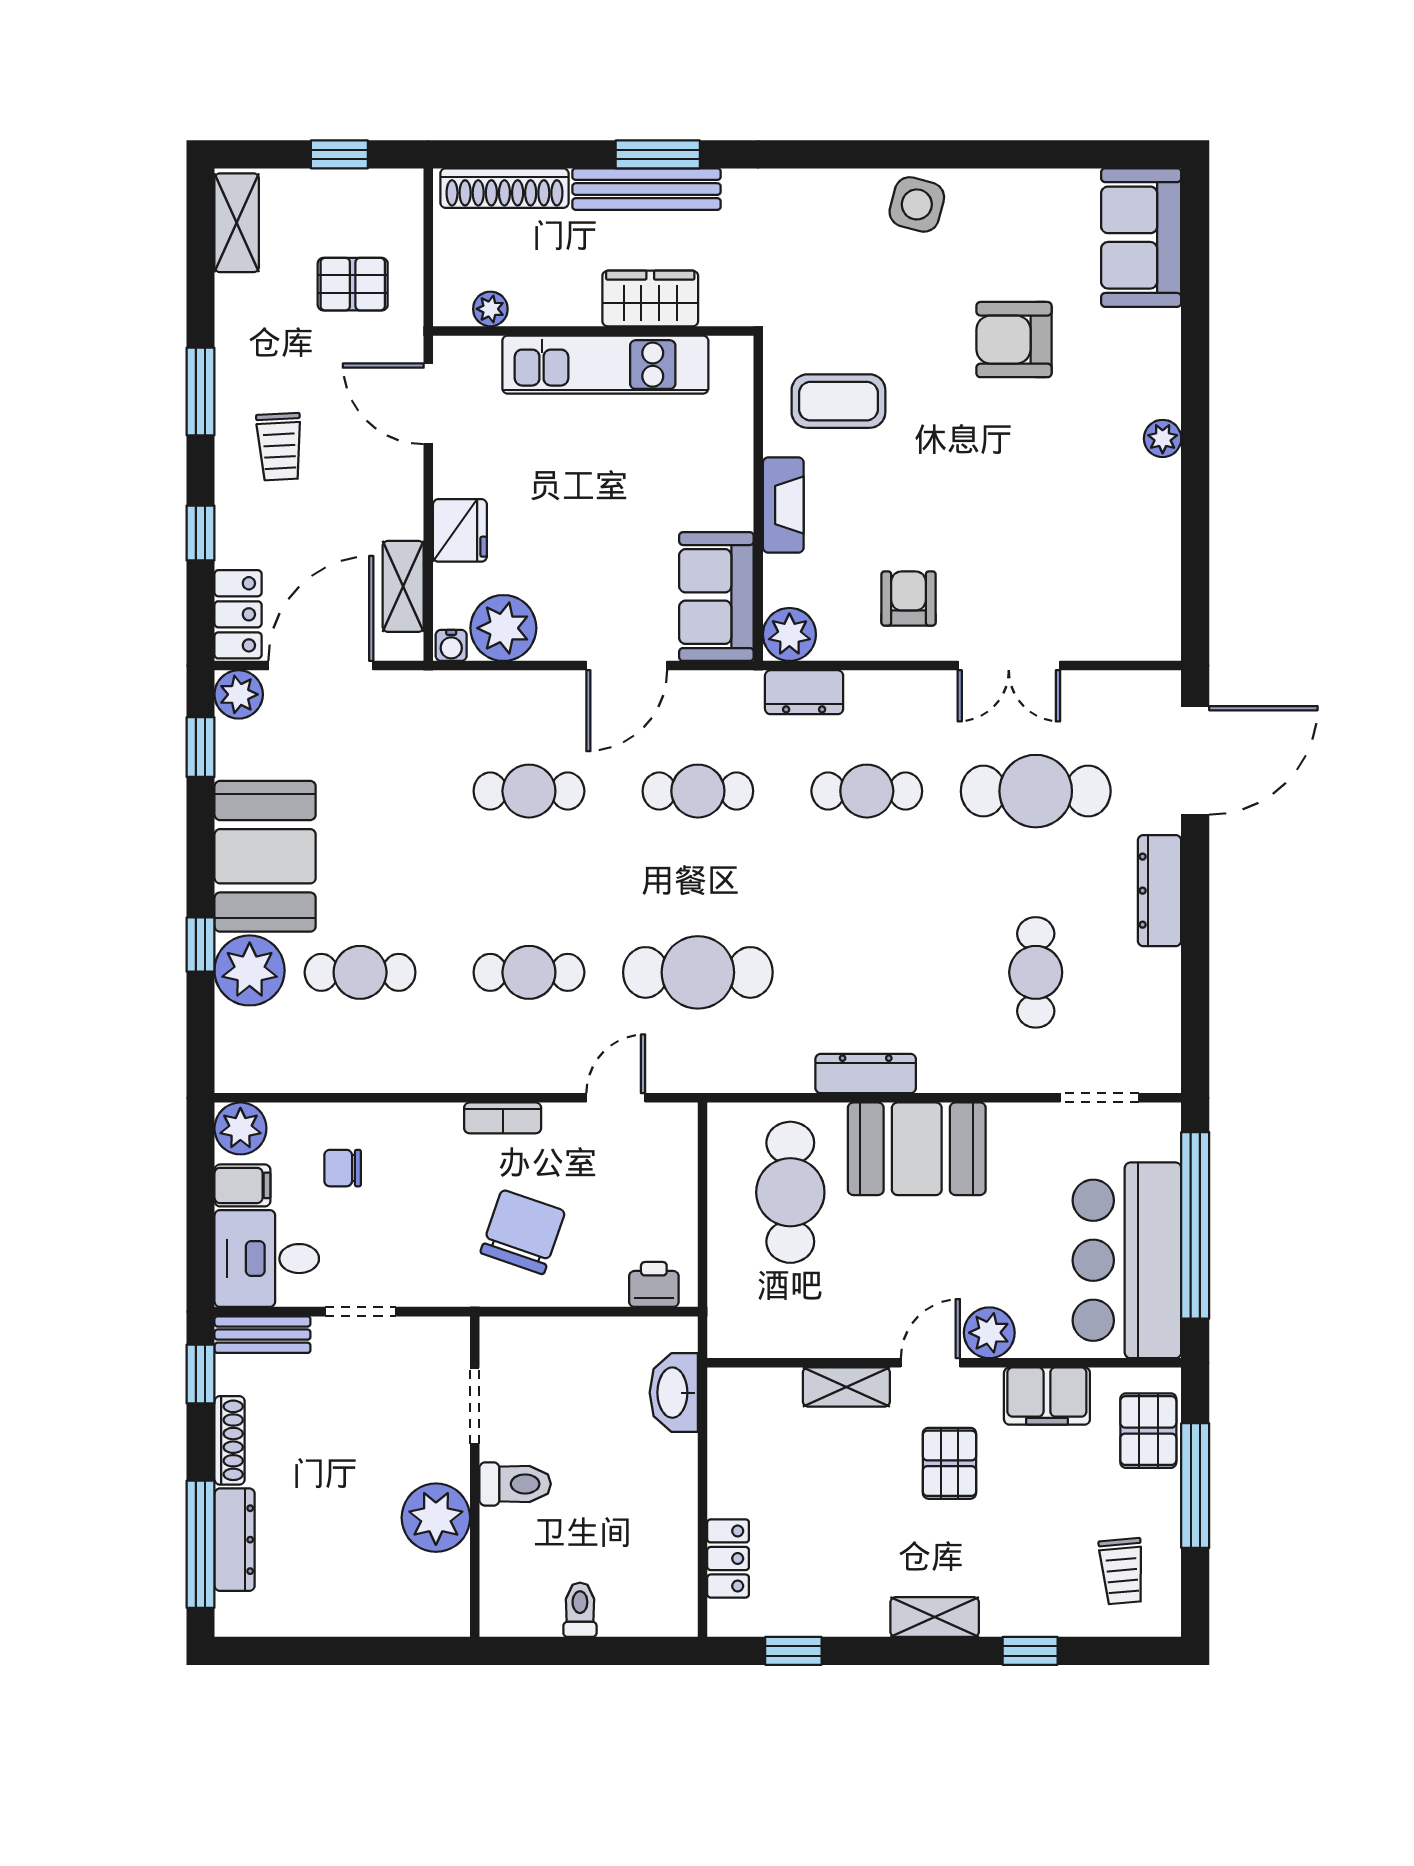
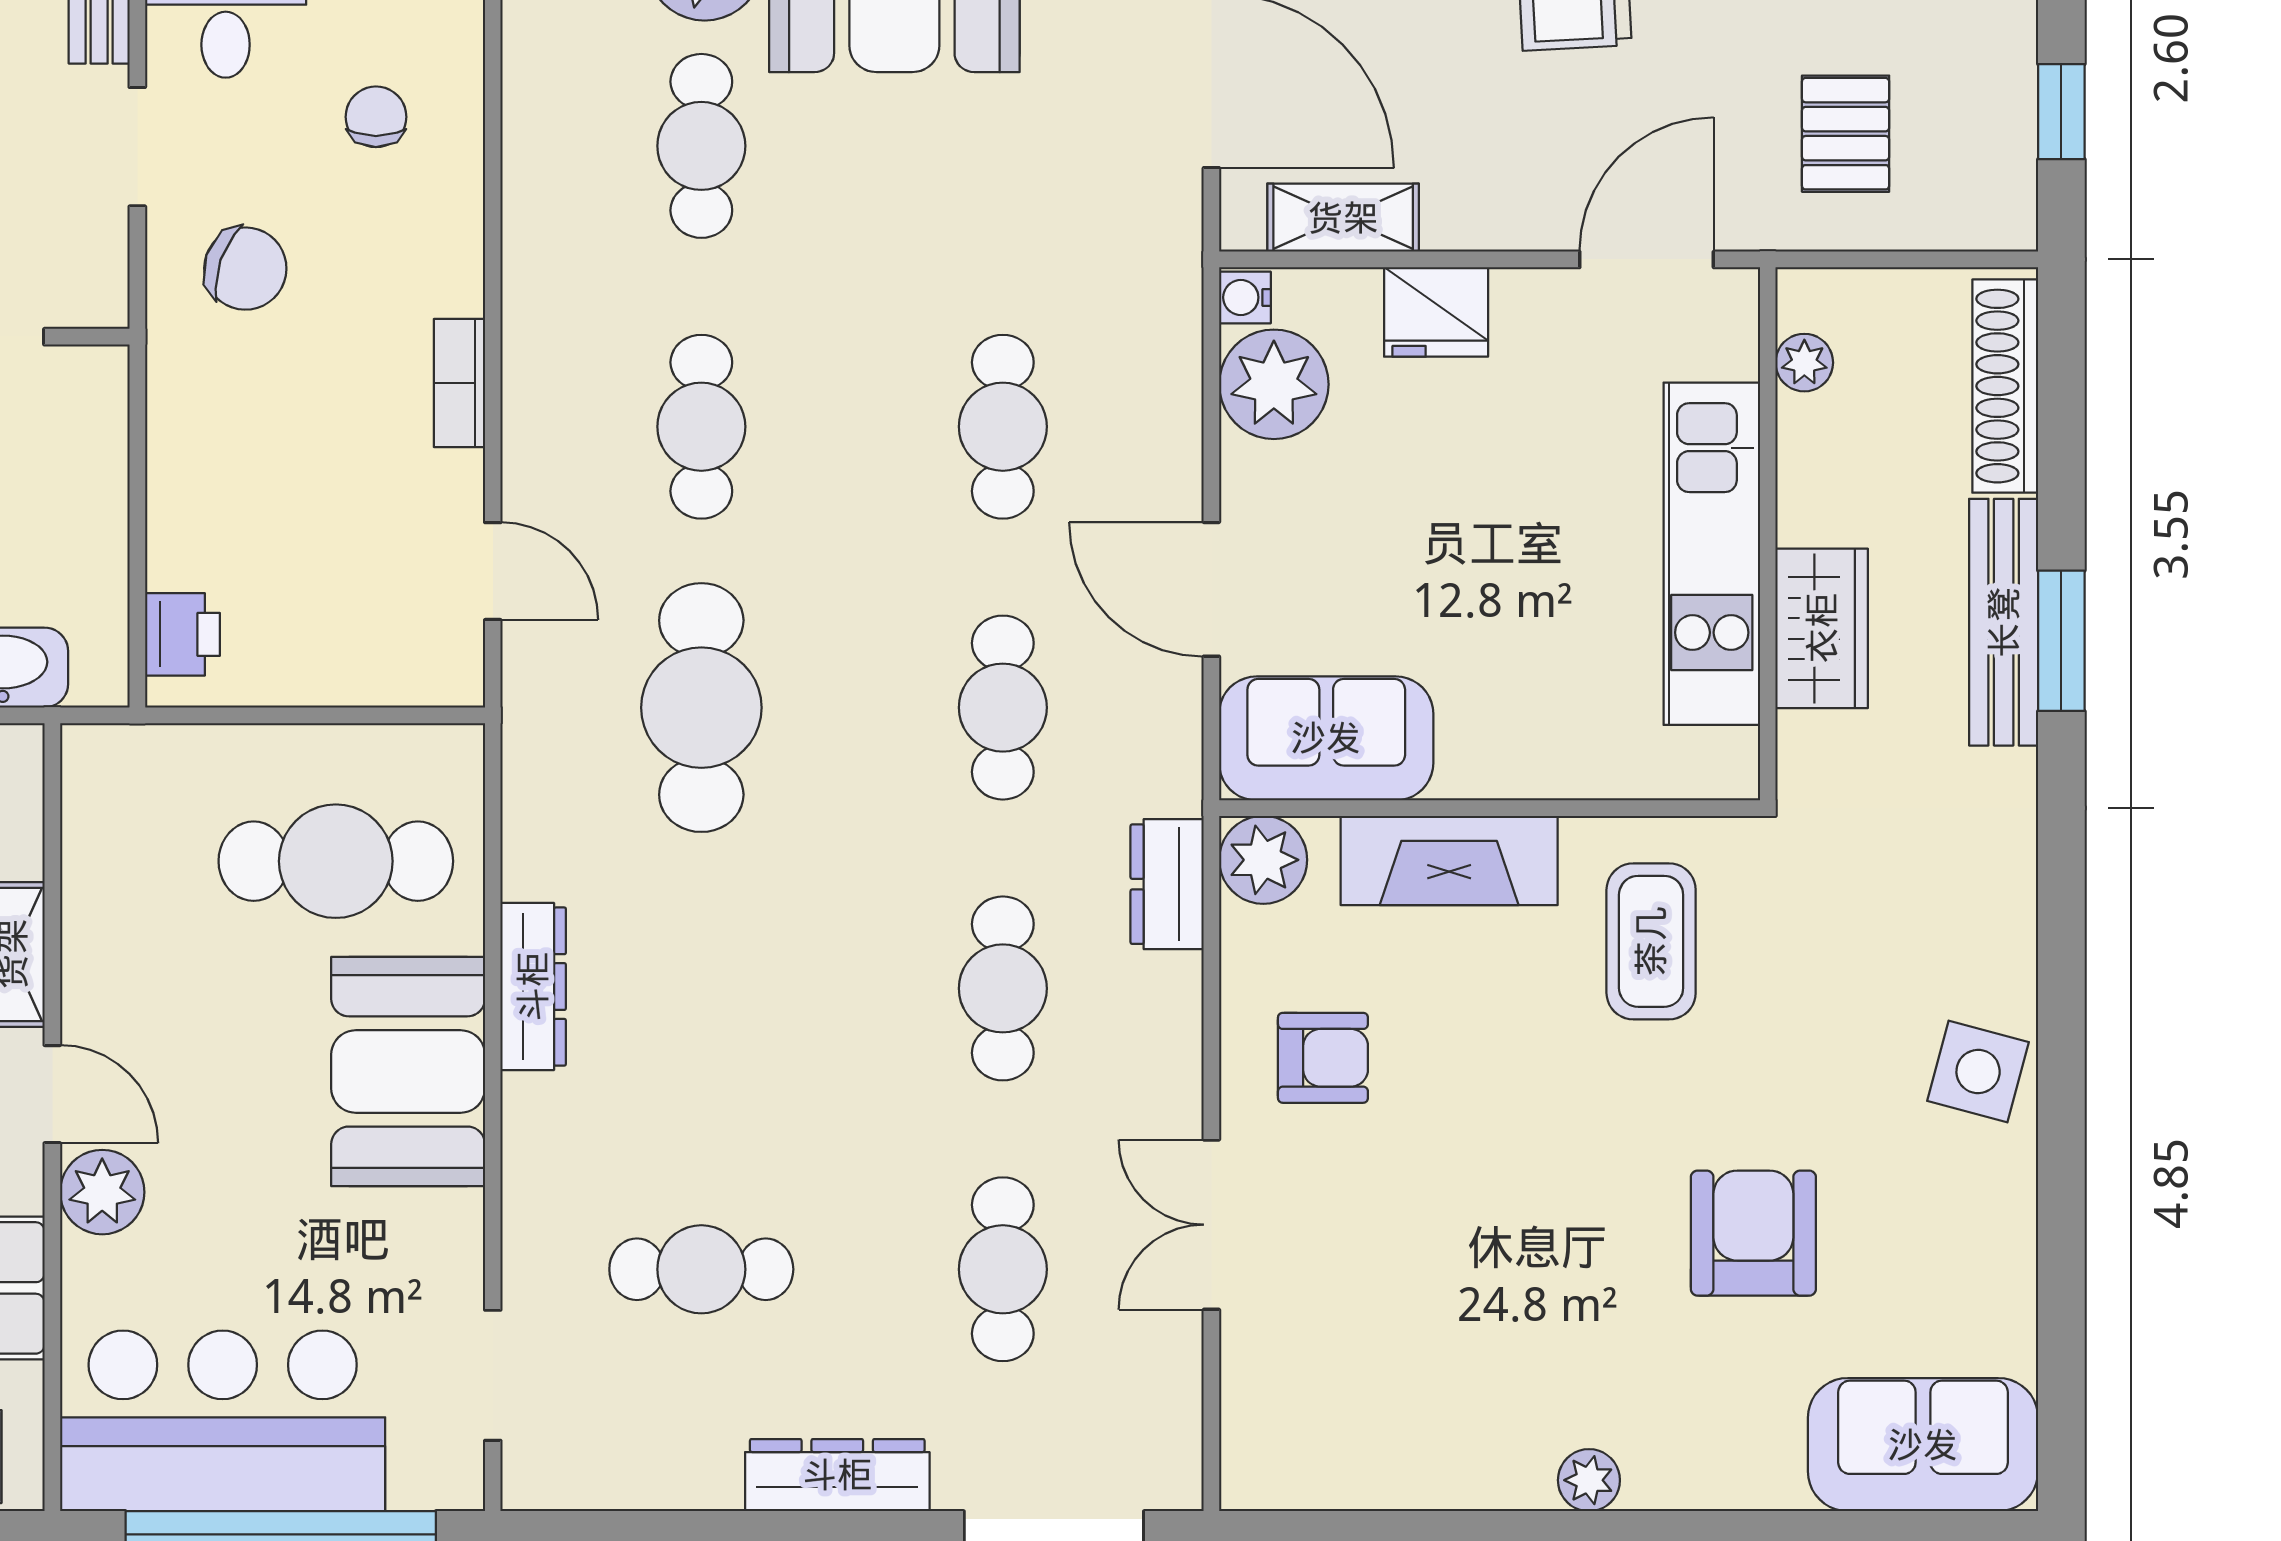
fireplace: (783, 505) -> (1449, 860), width x1.37, depth x1.32
cafe table: (1036, 791) -> (1003, 1269), width x0.73, depth x0.74
chair: (523, 1232) -> (245, 269), moved, width x0.73, depth x0.73

